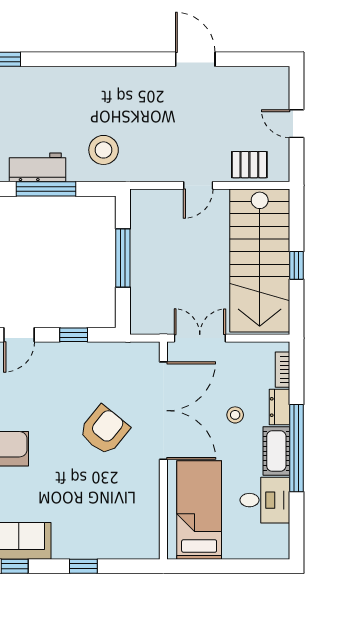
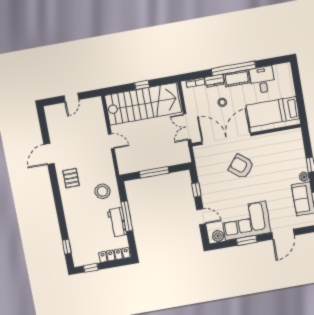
pallet: (249, 165) -> (71, 178), moved
plant: (62, 550) -> (304, 177), added

